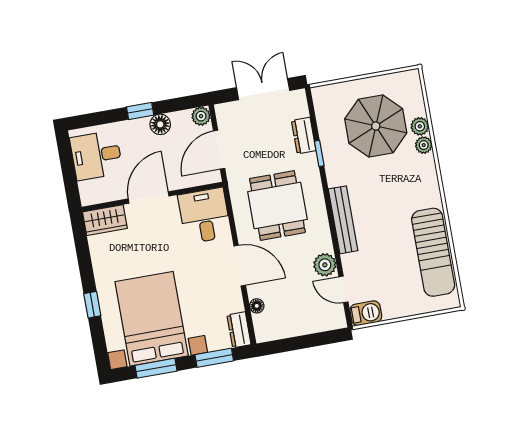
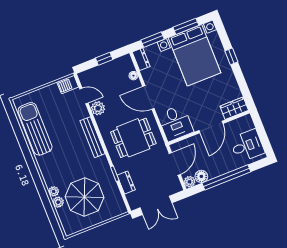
window: (140, 111) -> (226, 177), width x3.17
floor lamp: (160, 124) -> (201, 176), moved
dining table: (277, 206) -> (133, 138), turned 90
window: (299, 343) -> (104, 59), added

